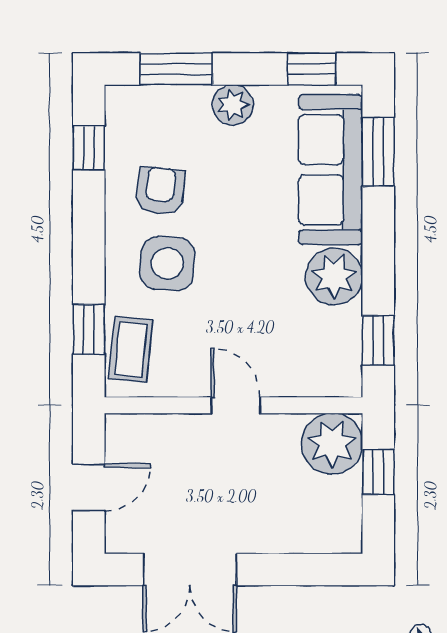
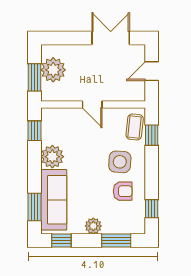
armchair: (160, 191) -> (123, 191), turned -96
plant: (332, 444) -> (53, 70), moved
window: (378, 472) -> (34, 77), width x1.50

